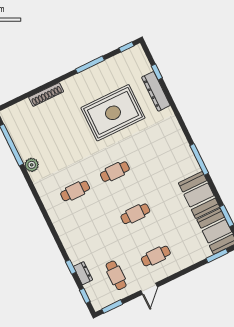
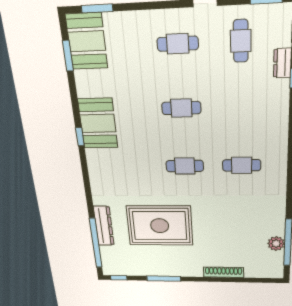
window: (157, 72) -> (96, 243), width x3.17
window: (199, 159) -> (80, 137), width x0.46
plant: (32, 165) -> (276, 244), moved
booth: (199, 195) -> (98, 123), moved

